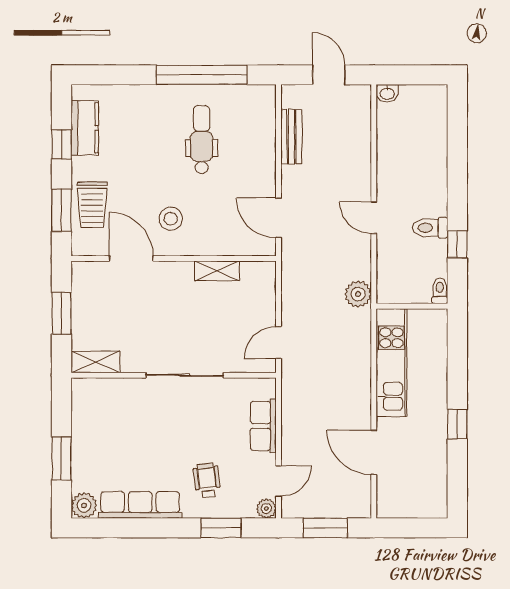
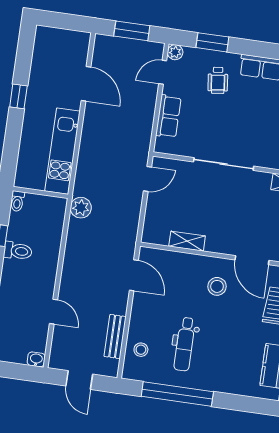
stool: (256, 125) -> (141, 350), added
door: (374, 218) -> (54, 312), moved

